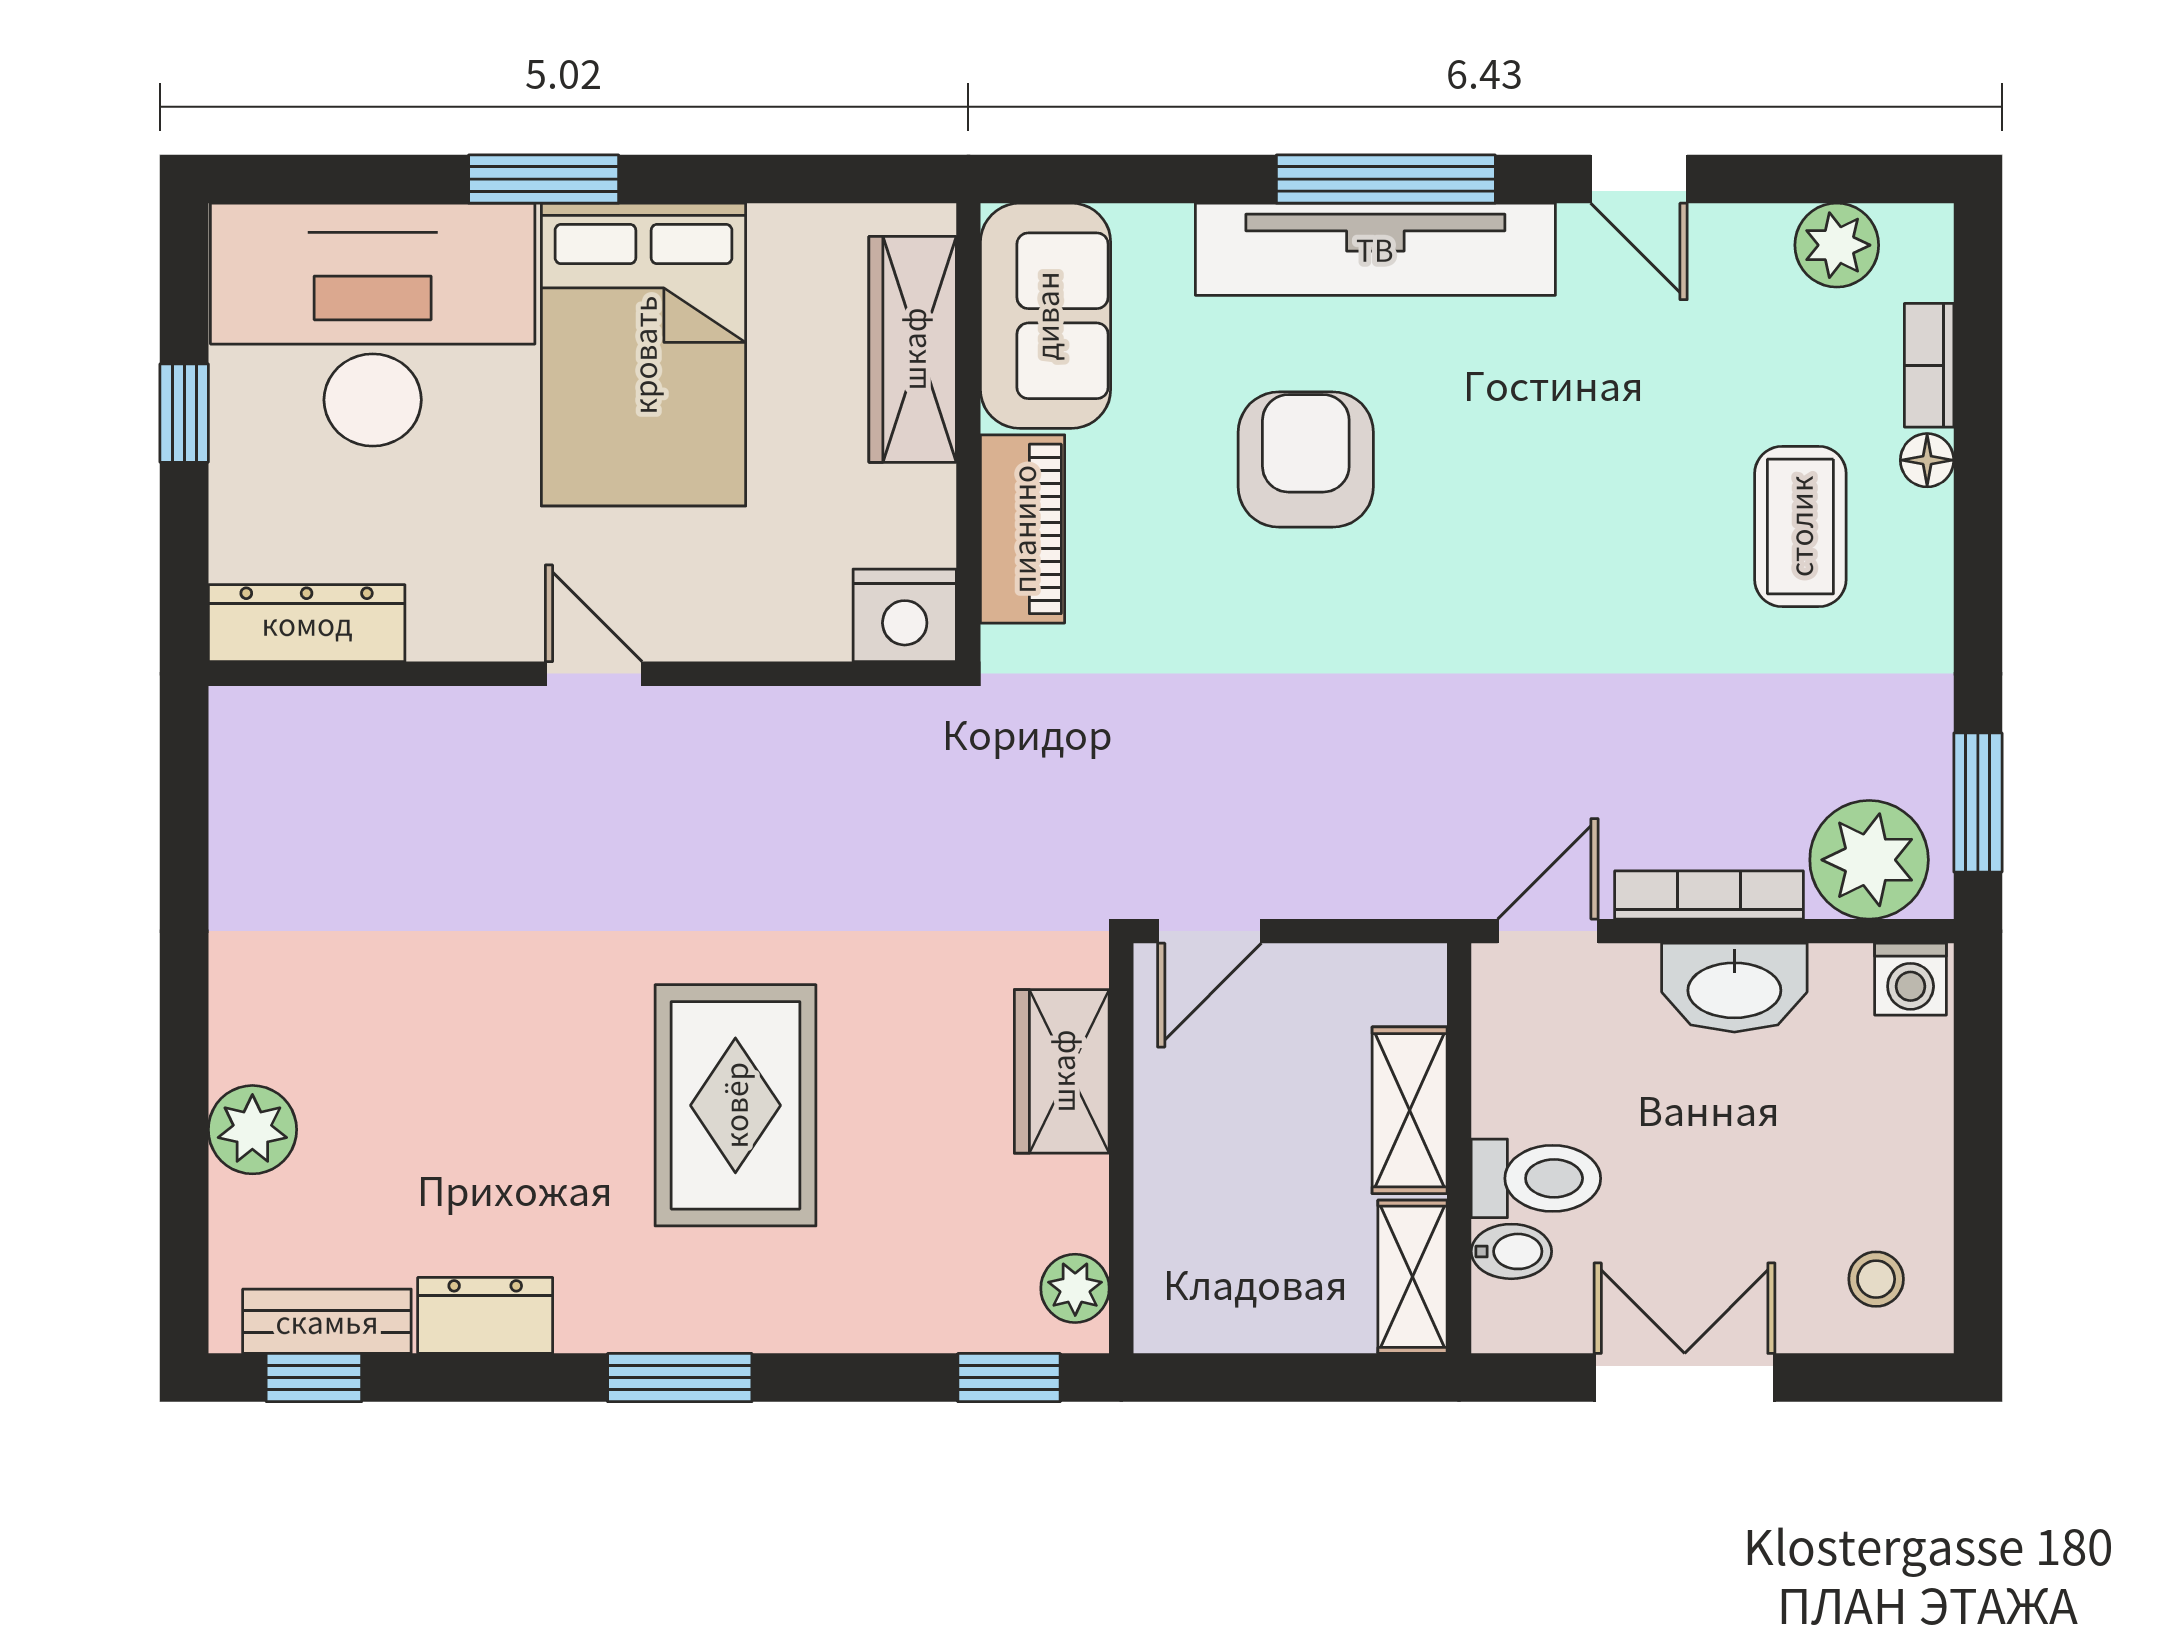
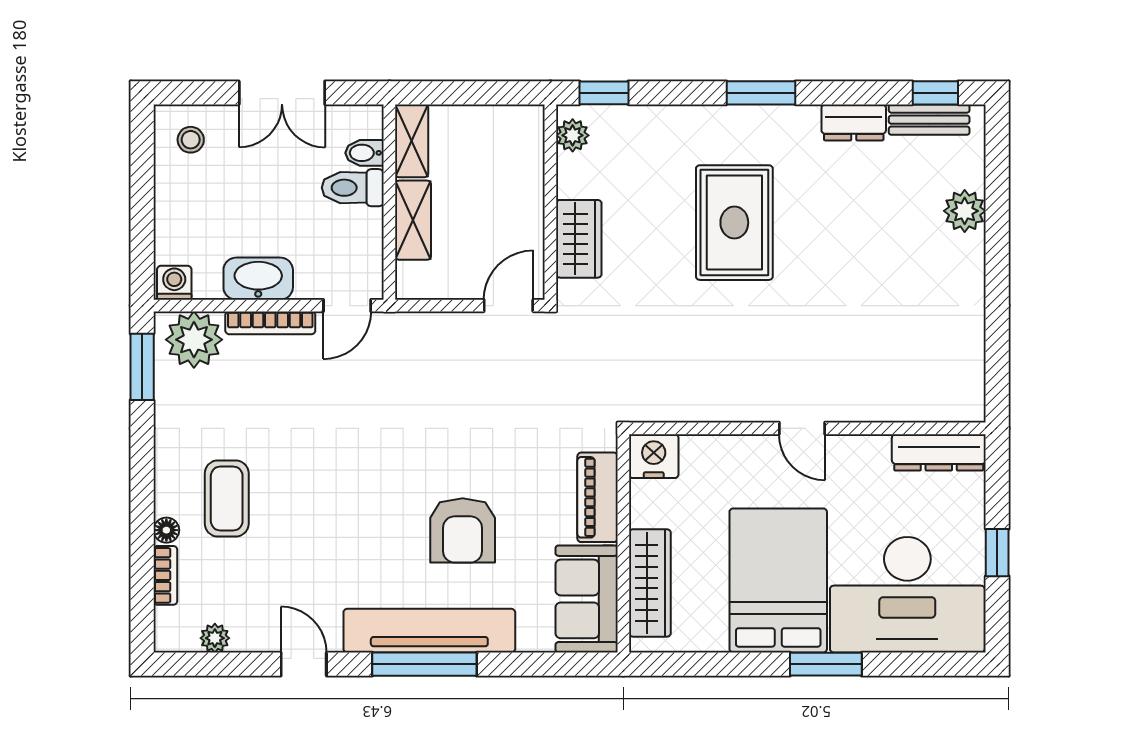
plant: (1837, 245) -> (215, 638), width x0.73, depth x0.73

